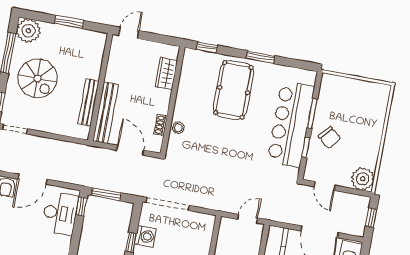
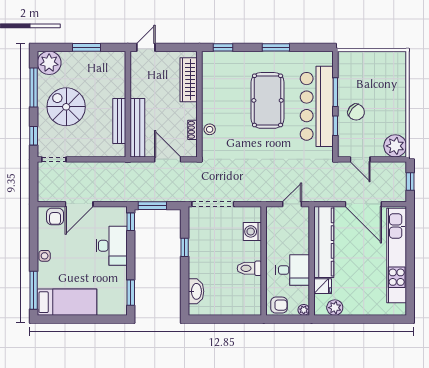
wardrobe: (166, 74) -> (189, 80), width x1.50
spiral stairs: (37, 78) -> (66, 107), turned 180
pool table: (233, 90) -> (268, 100), moved
desk: (60, 213) -> (112, 246), moved
washing machine: (145, 236) -> (252, 231), moved, turned 180

